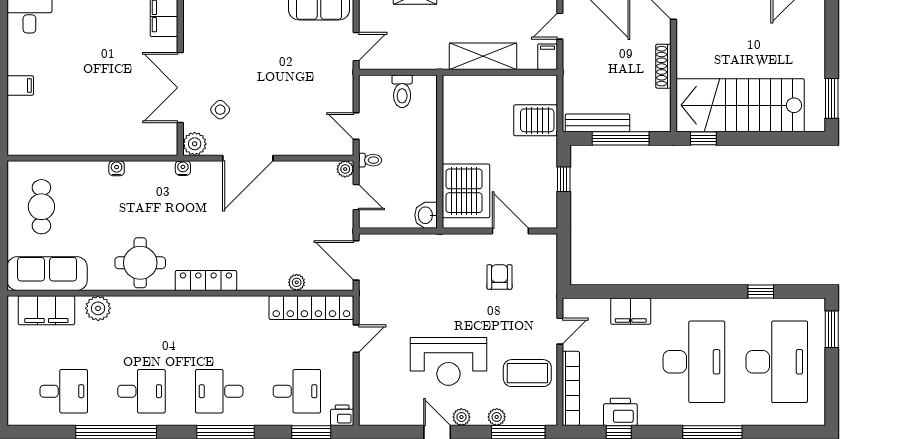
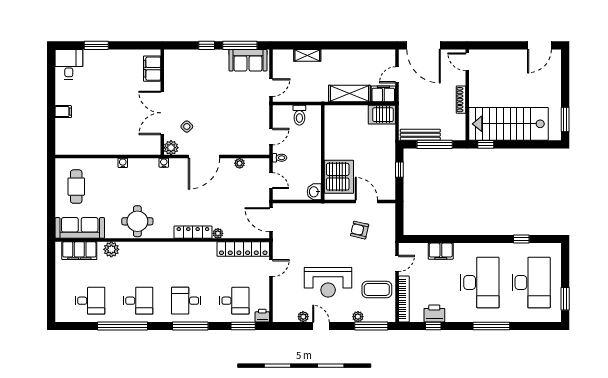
filing cabinet: (548, 57) -> (383, 94), width x2.00
server rack: (536, 120) -> (382, 115), moved
door: (356, 126) -> (271, 137), swing flipped
plant: (345, 169) -> (240, 163), moved
armchair: (499, 277) -> (360, 230), turned -77
locker: (206, 280) -> (193, 232), moved
plant: (297, 282) -> (218, 233), moved
window: (832, 329) -> (565, 299), moved
plant: (461, 417) -> (303, 317), moved

